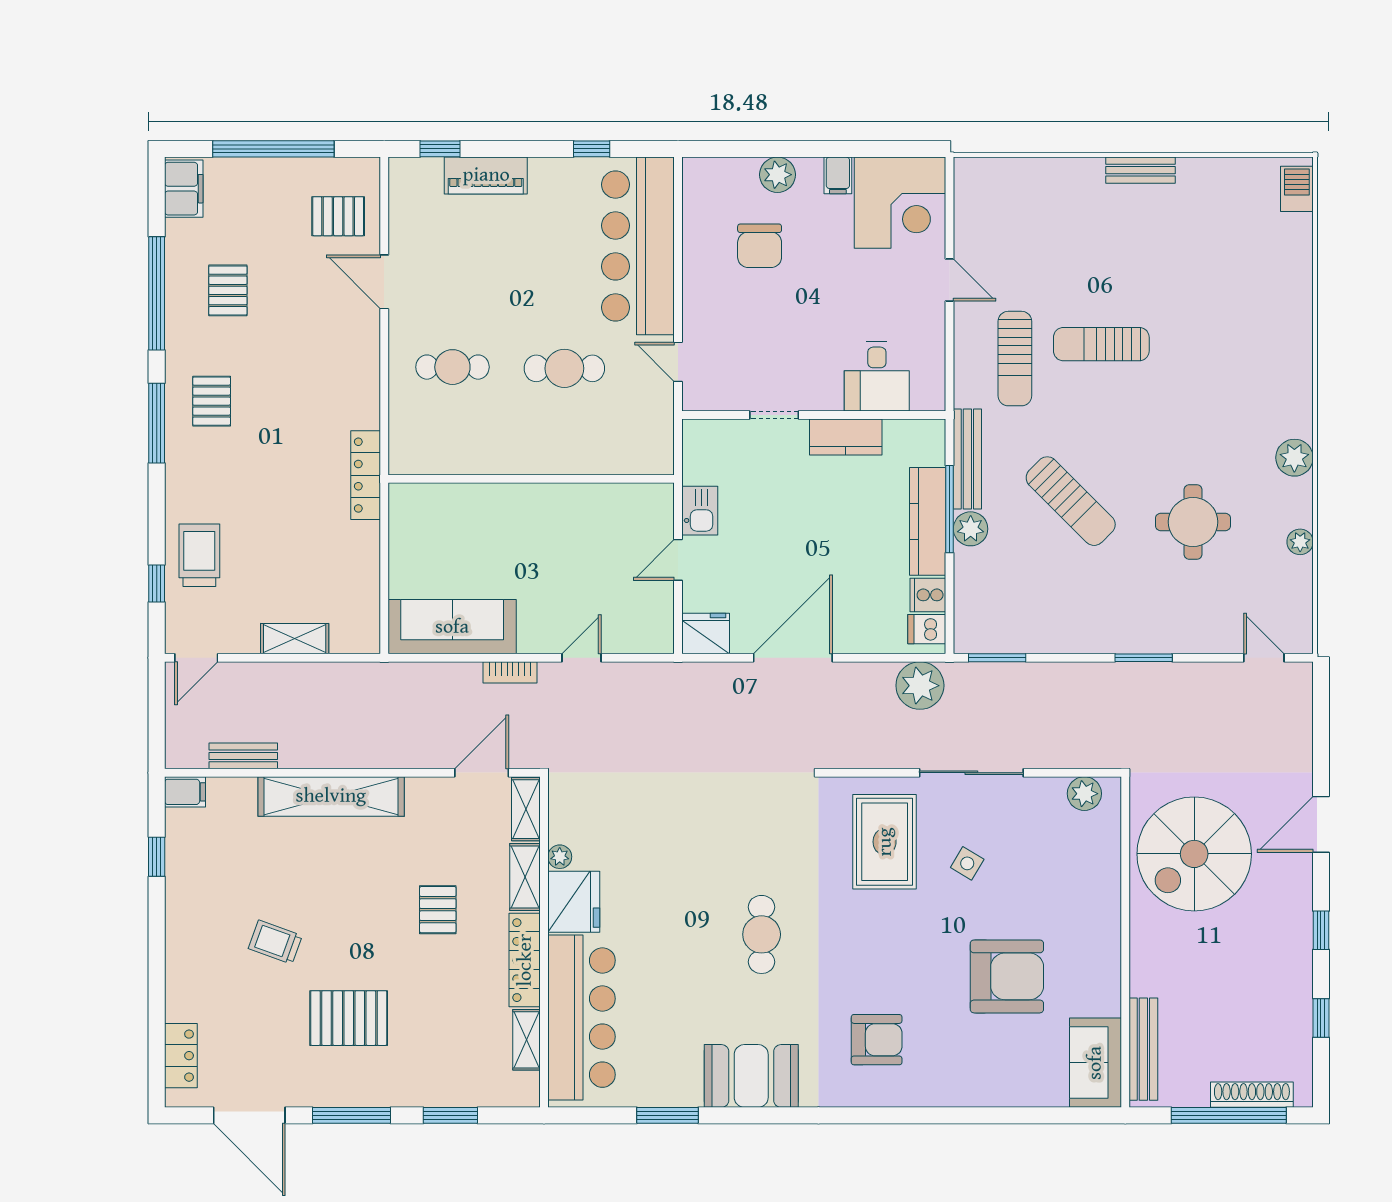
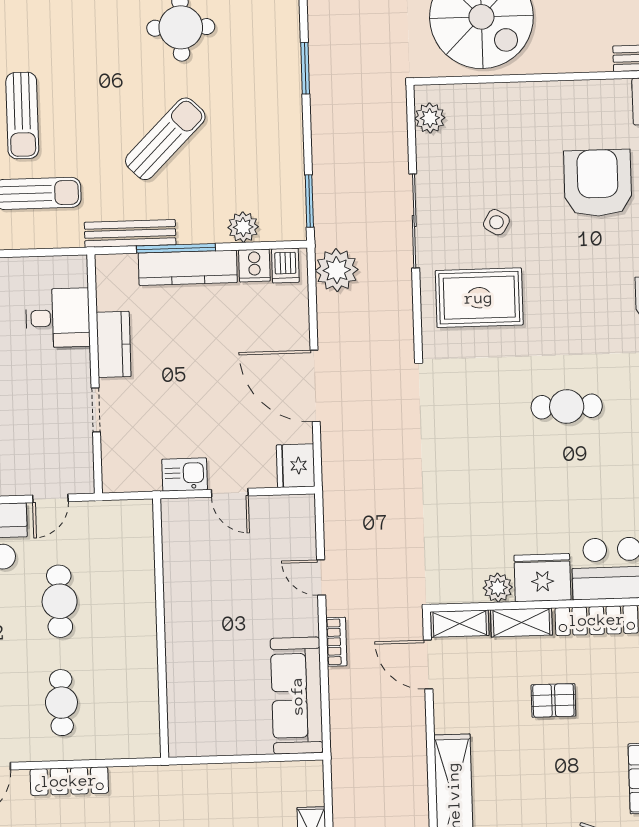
locker: (366, 475) -> (69, 781), moved
plant: (971, 529) -> (243, 227), moved
plant: (560, 857) -> (498, 588), width x1.38, depth x1.38

